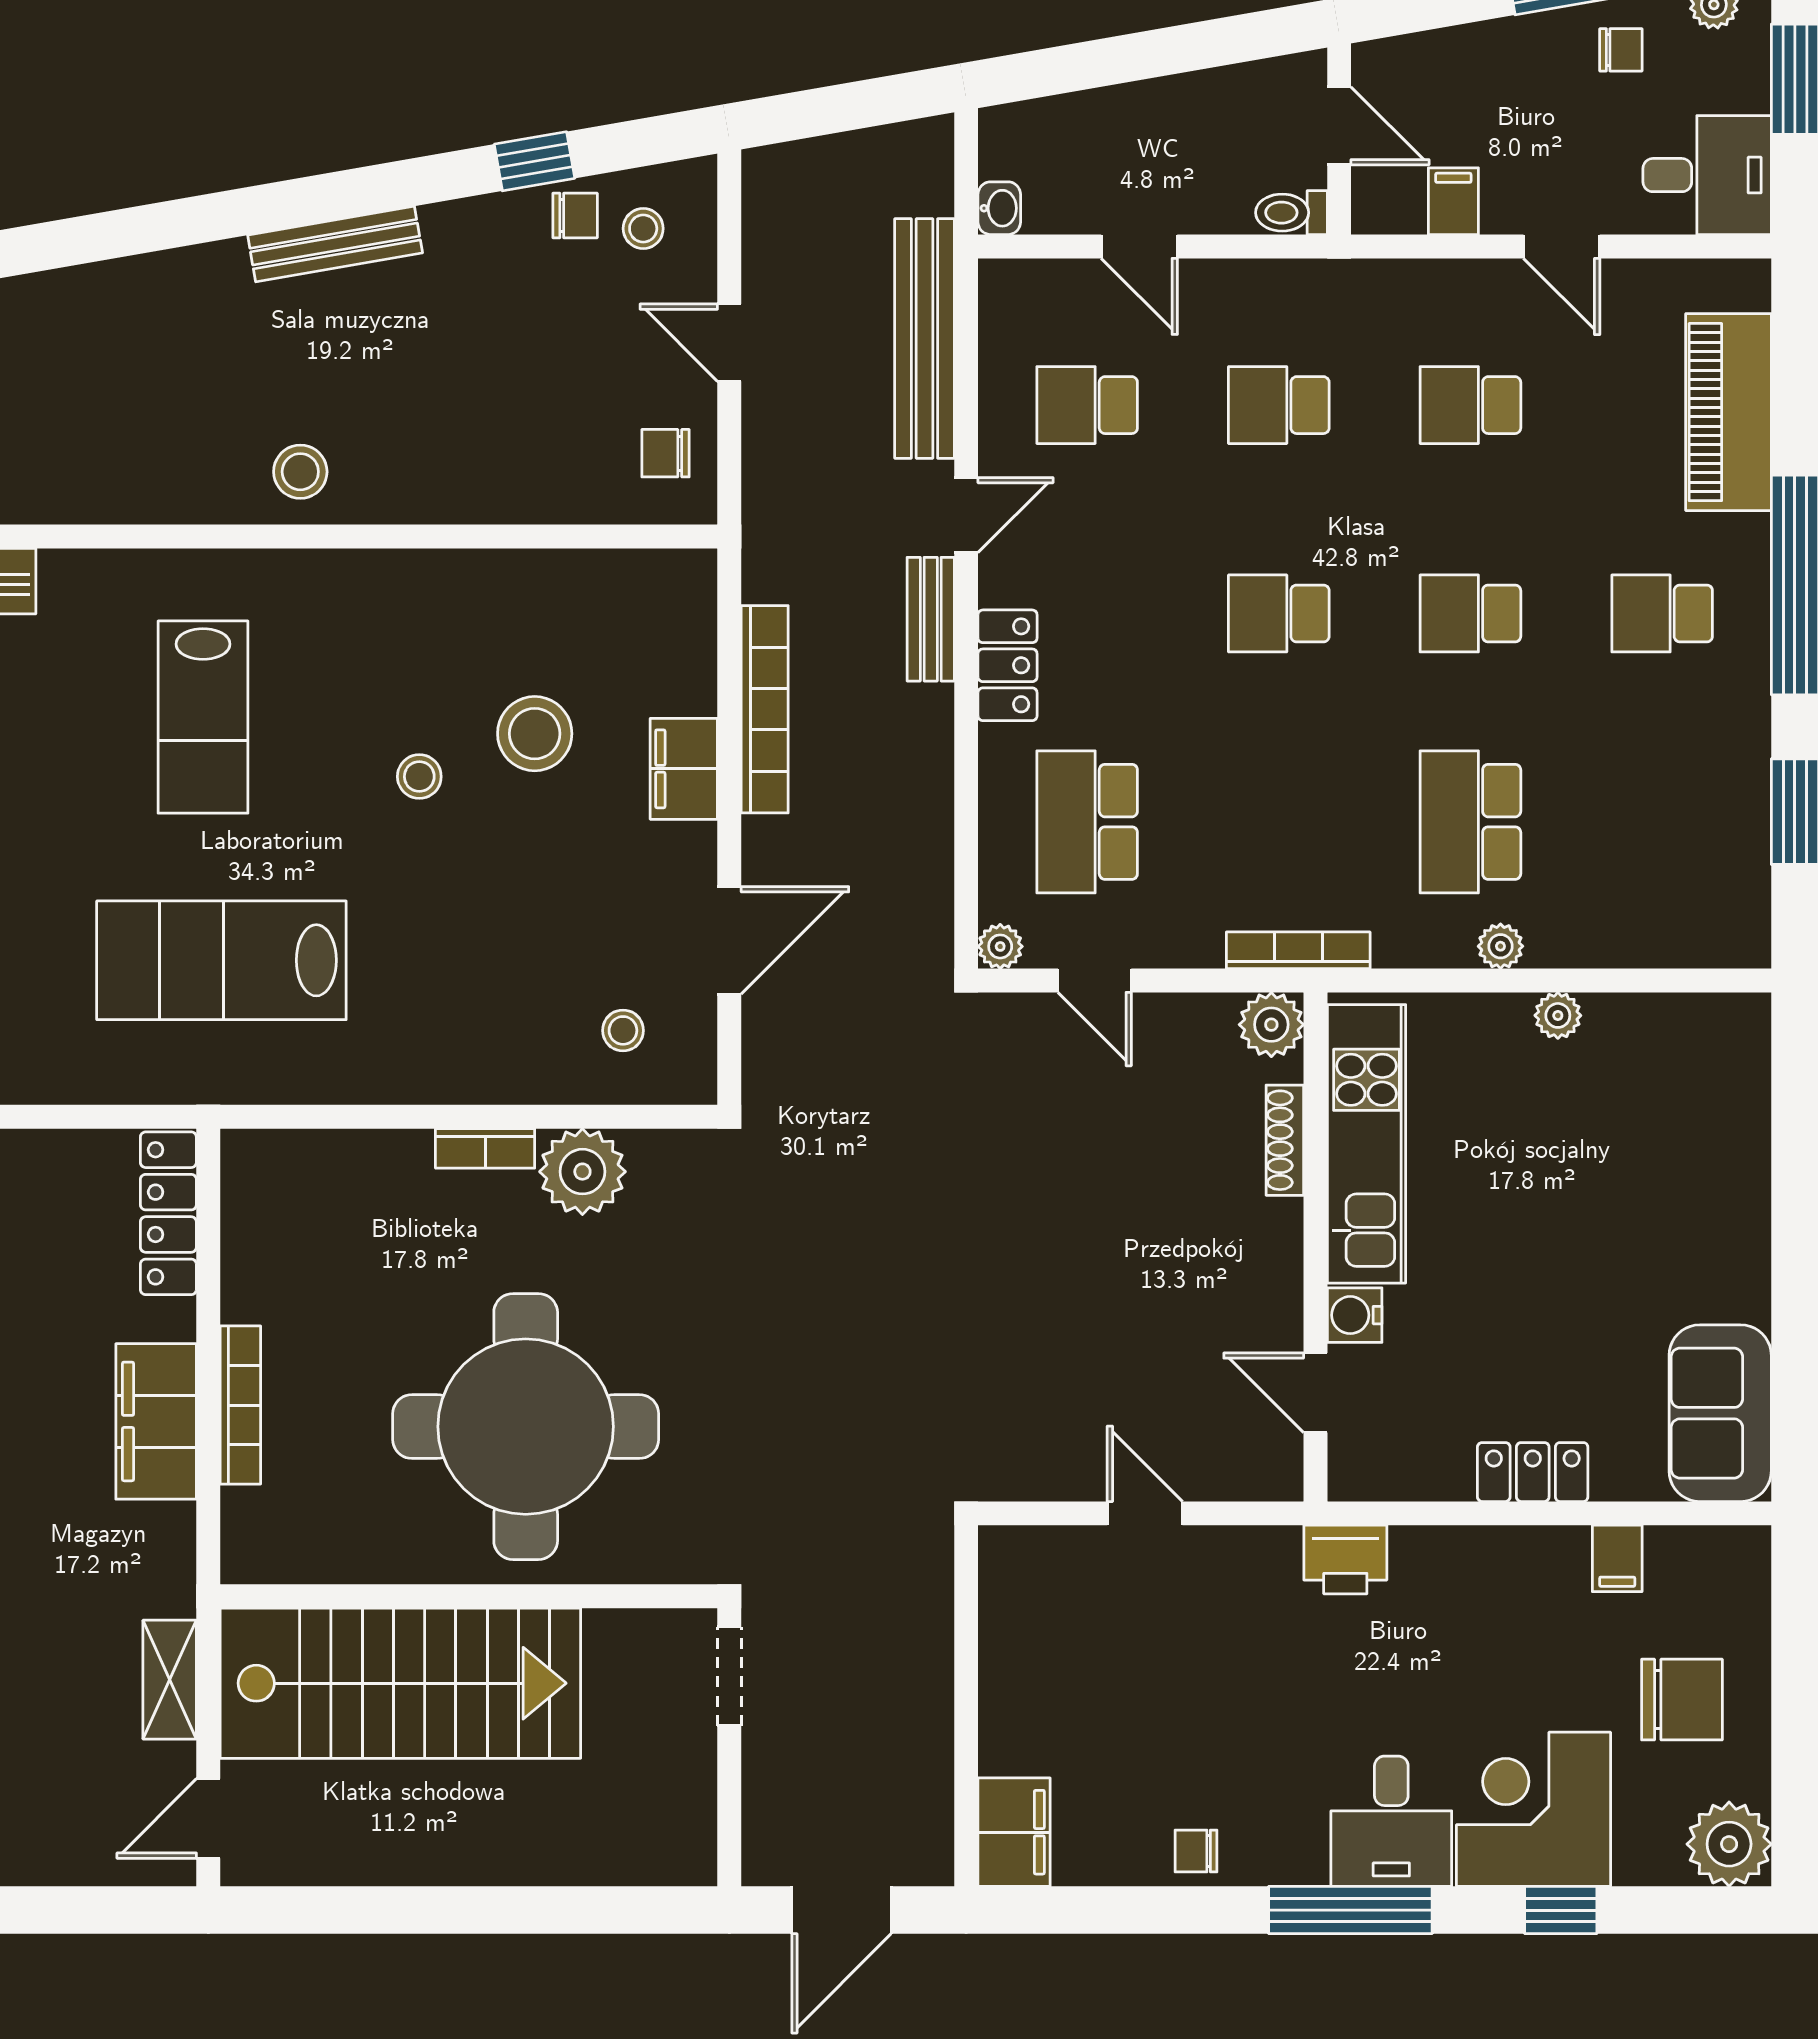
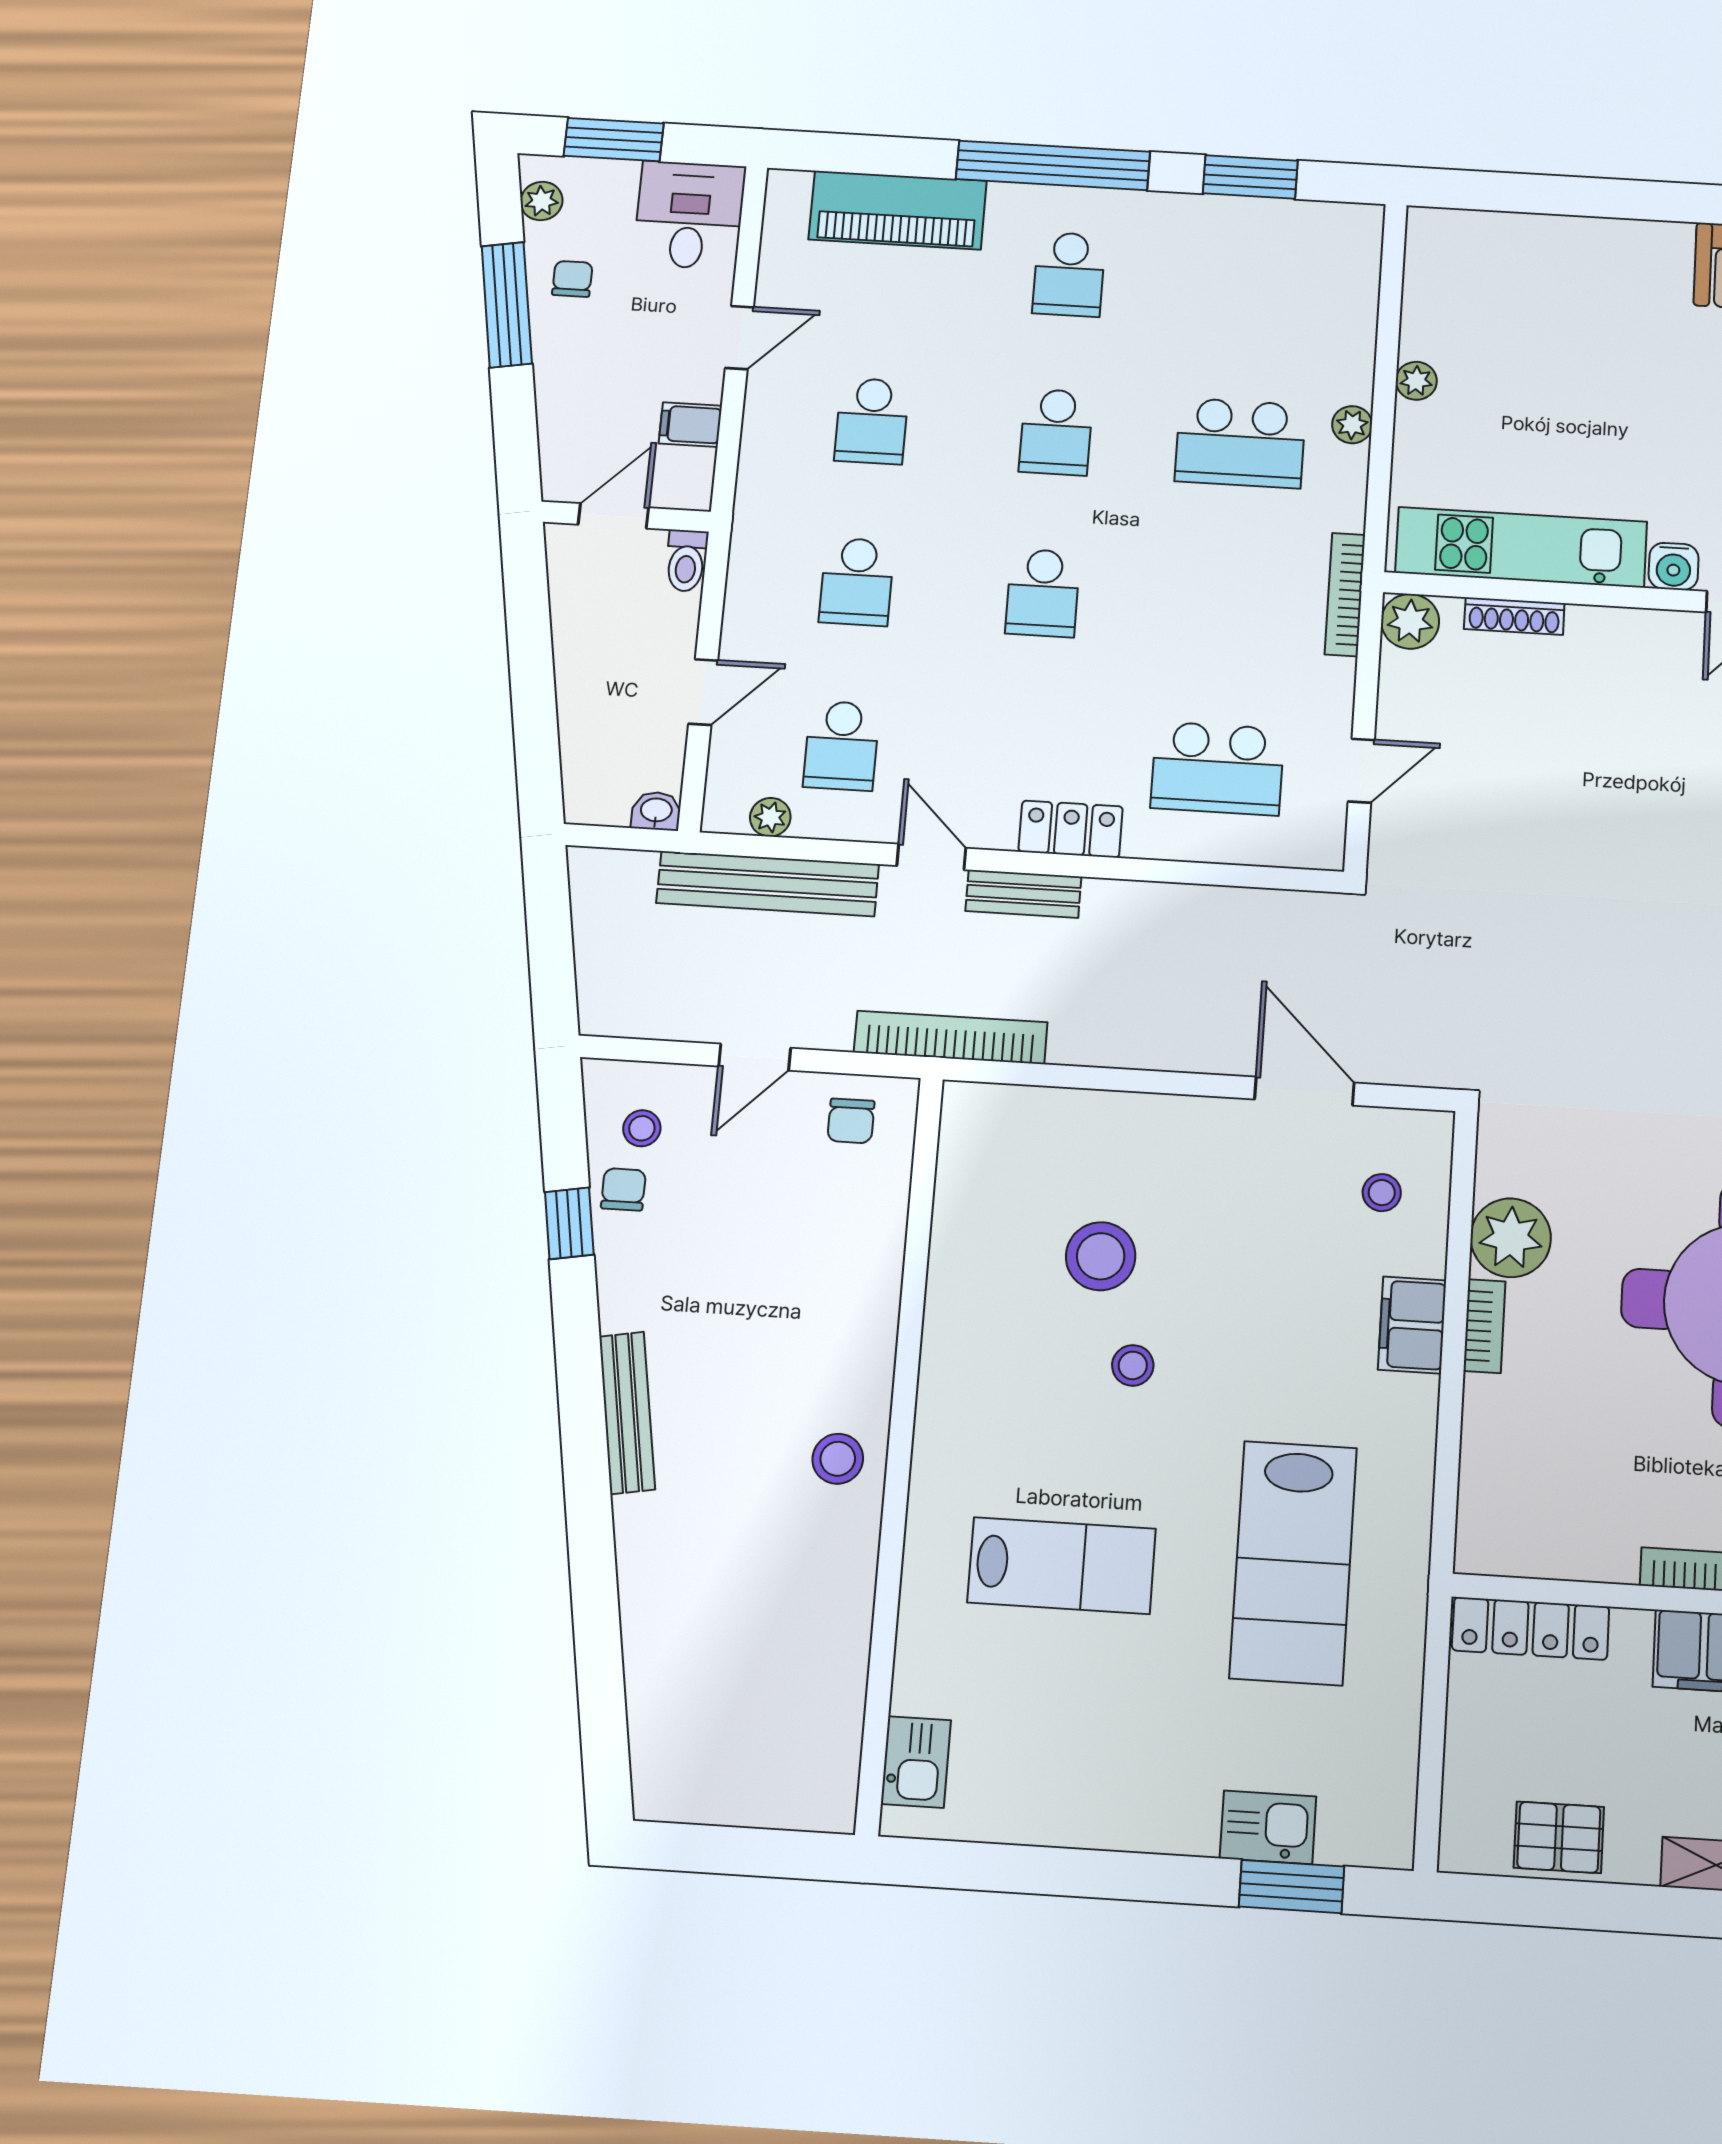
bookcase: (765, 709) -> (951, 1037), moved
filing cabinet: (684, 769) -> (1412, 1325), moved, turned 90
plant: (1000, 946) -> (770, 817), moved

